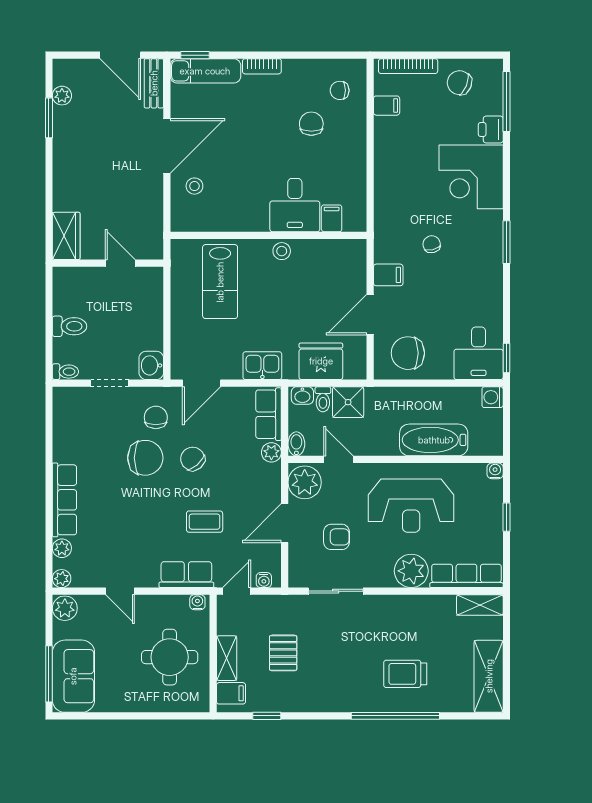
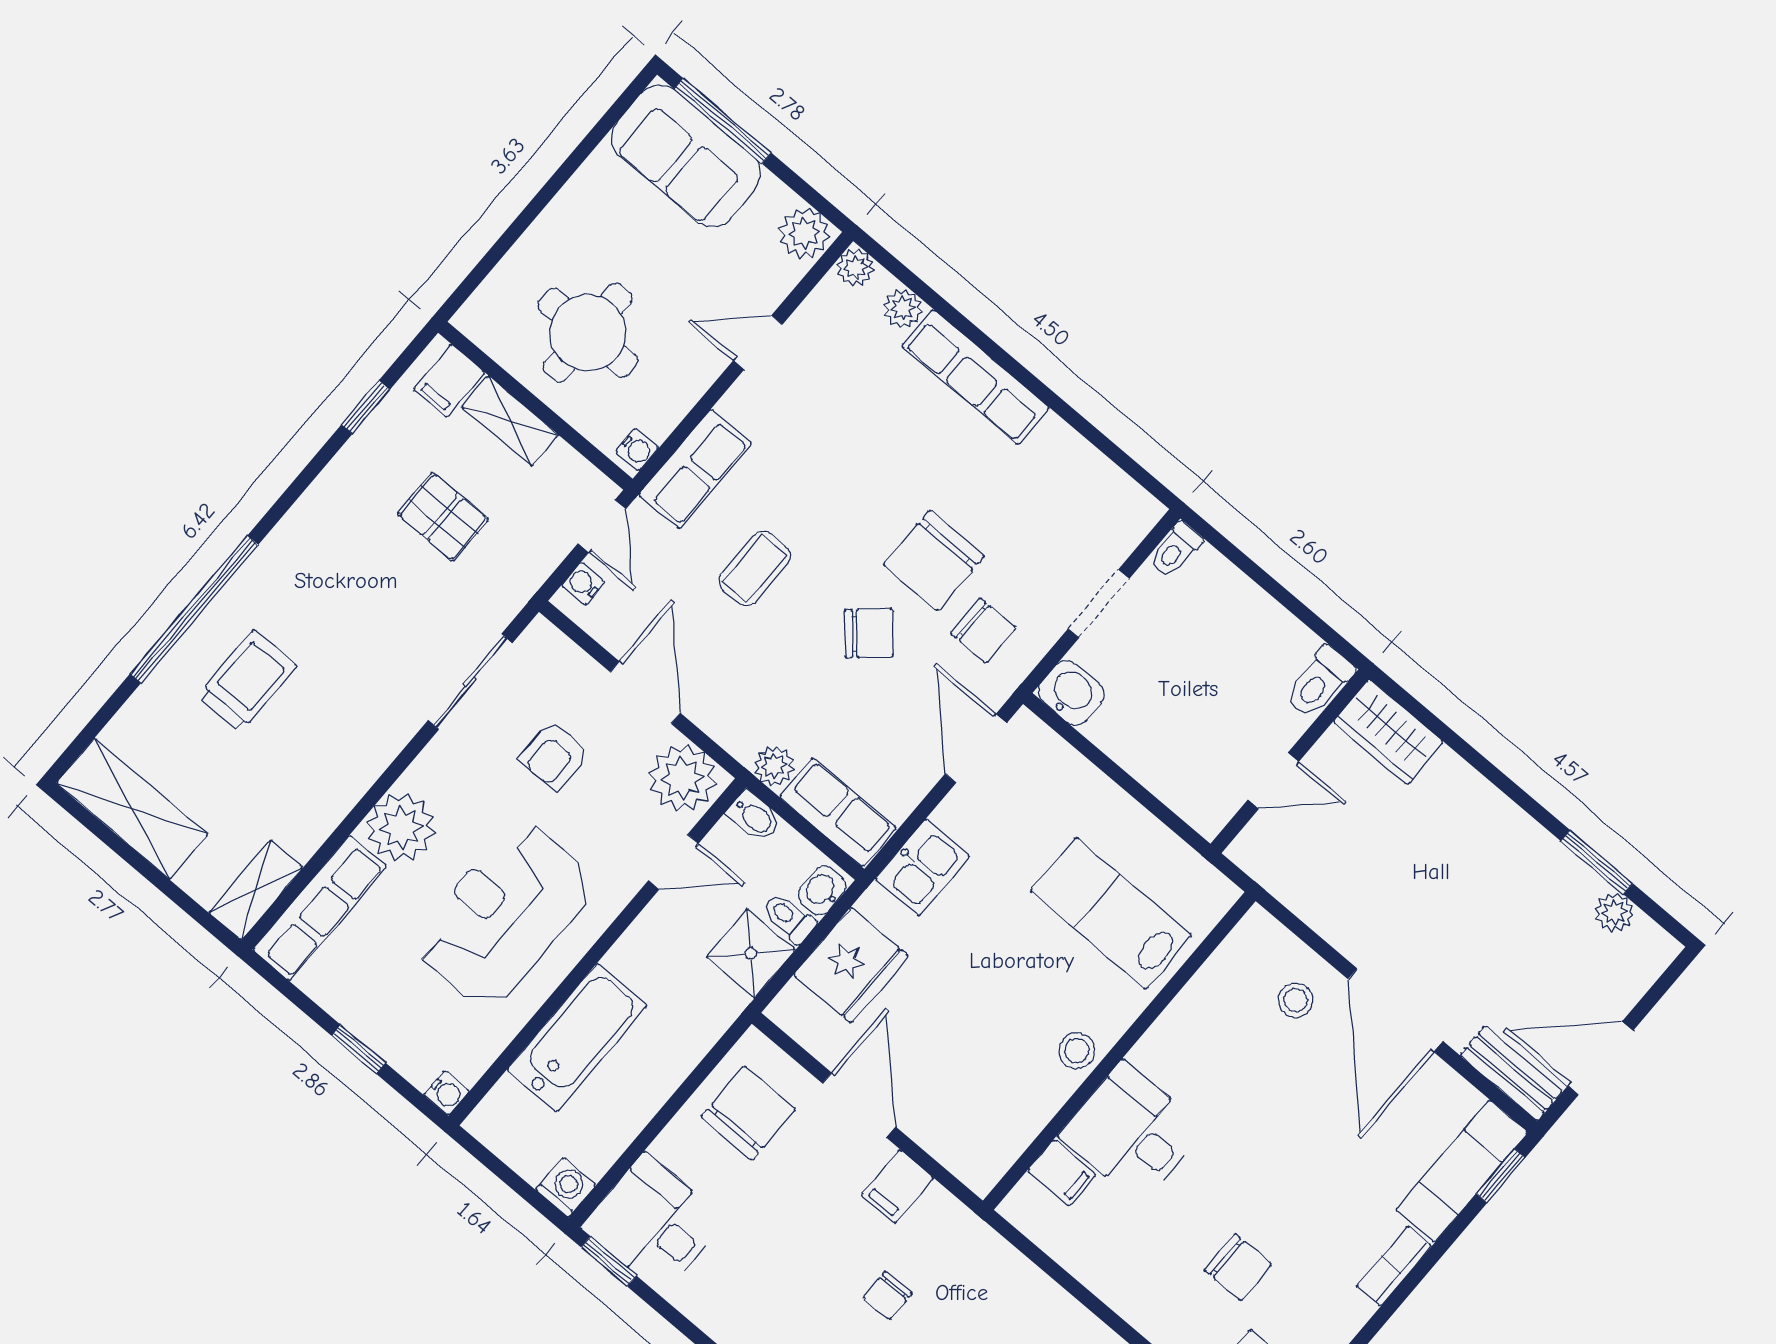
chair: (432, 244) -> (888, 1295), turned 104
toilet: (70, 326) -> (1319, 682), moved

